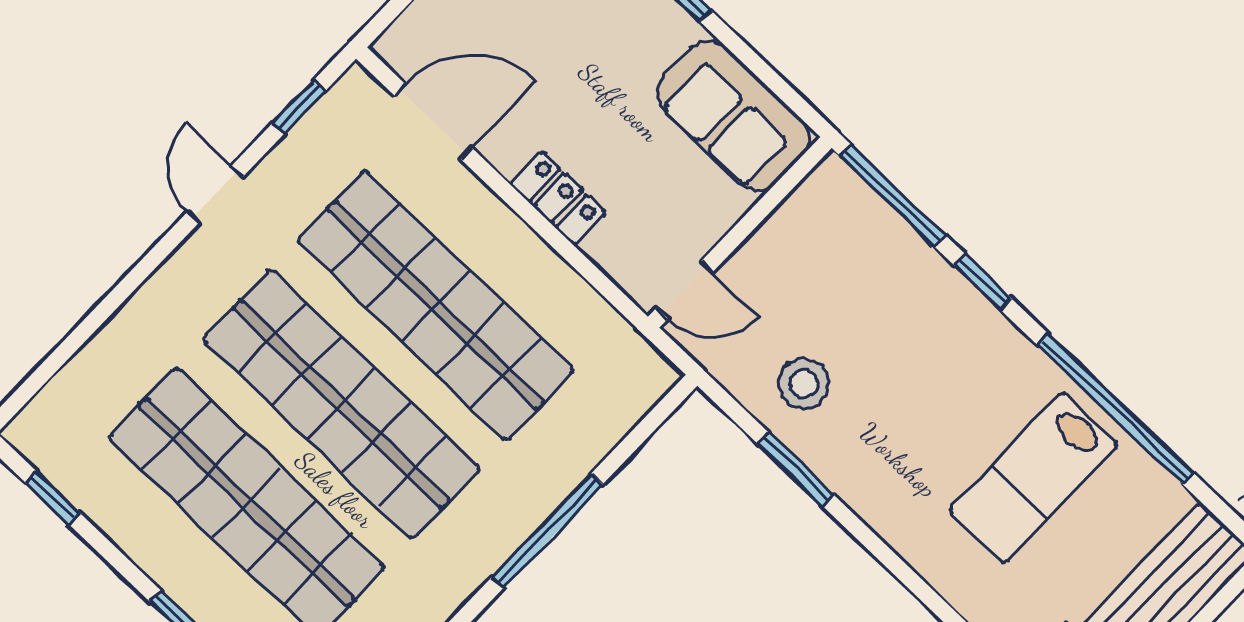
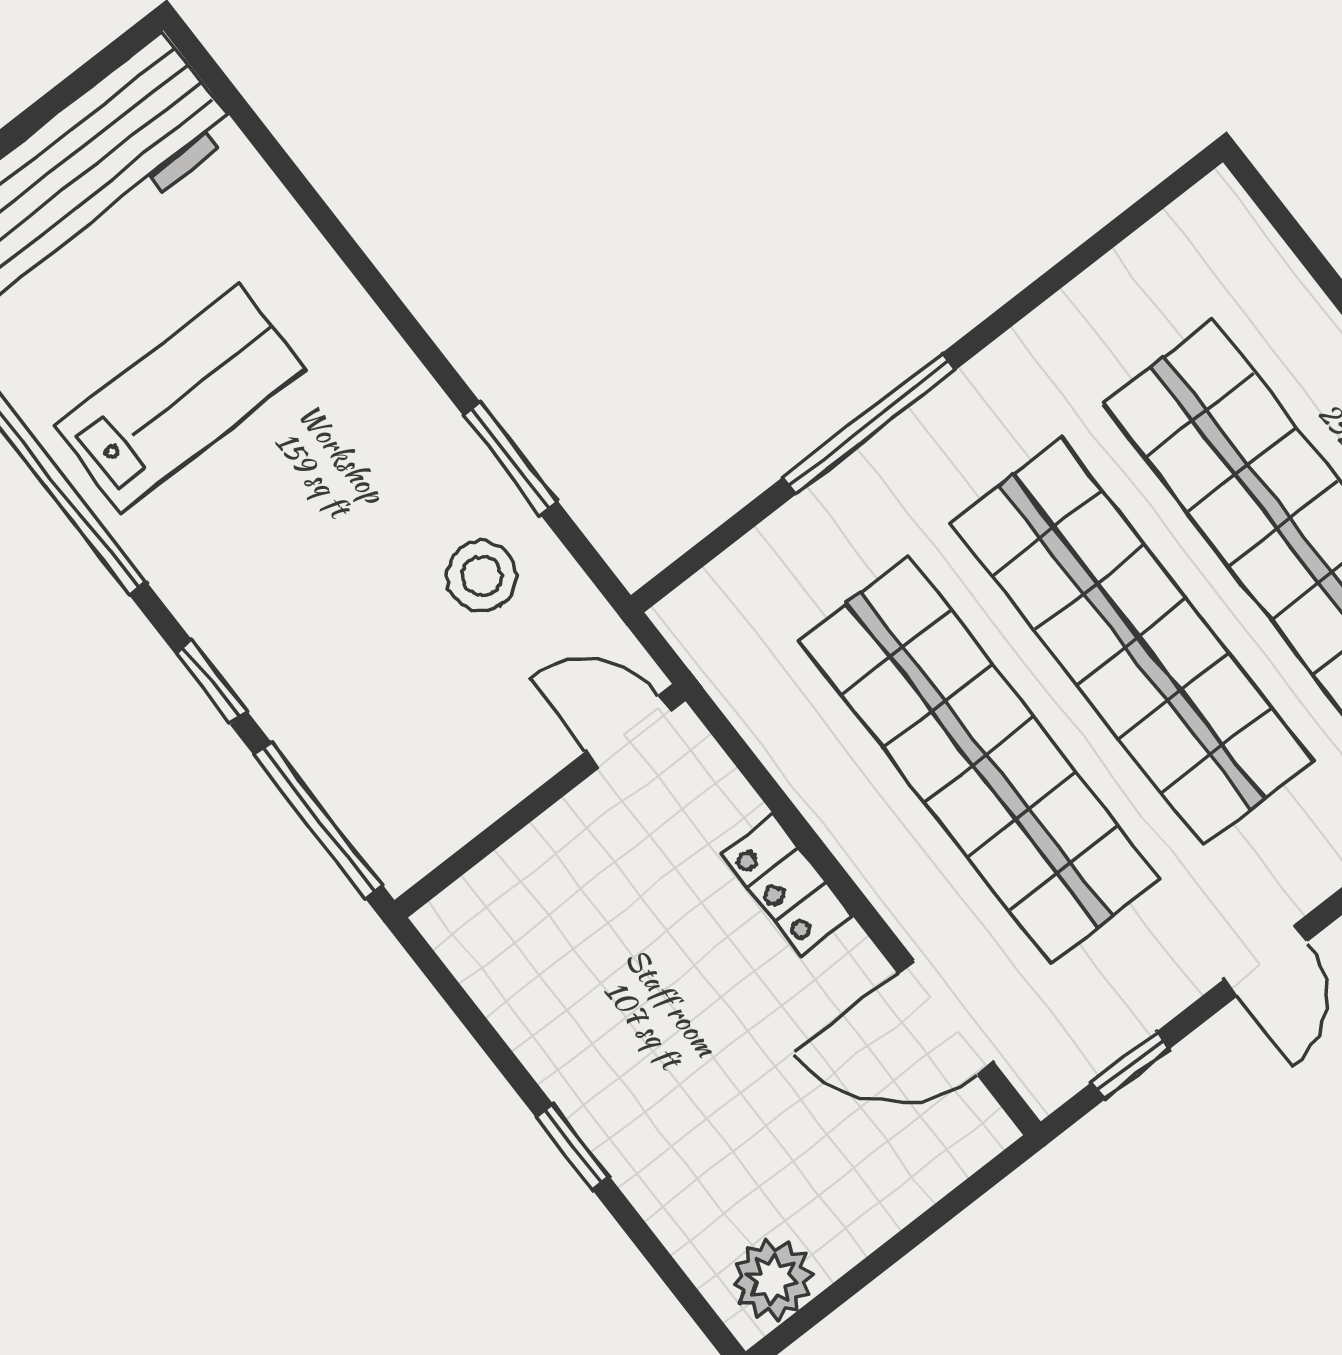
sofa: (733, 116) -> (525, 965), removed

